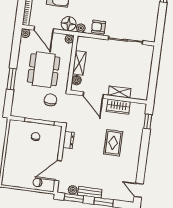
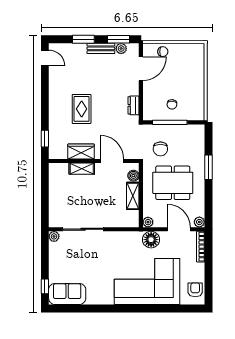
armchair: (98, 27) -> (116, 240), removed
plant: (81, 28) -> (54, 236), moved
dining table: (44, 70) -> (173, 183), turned 90

